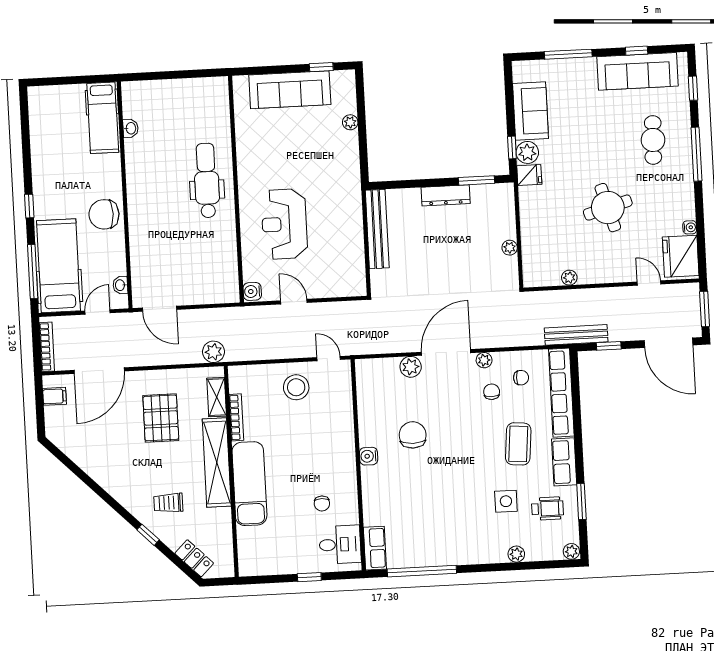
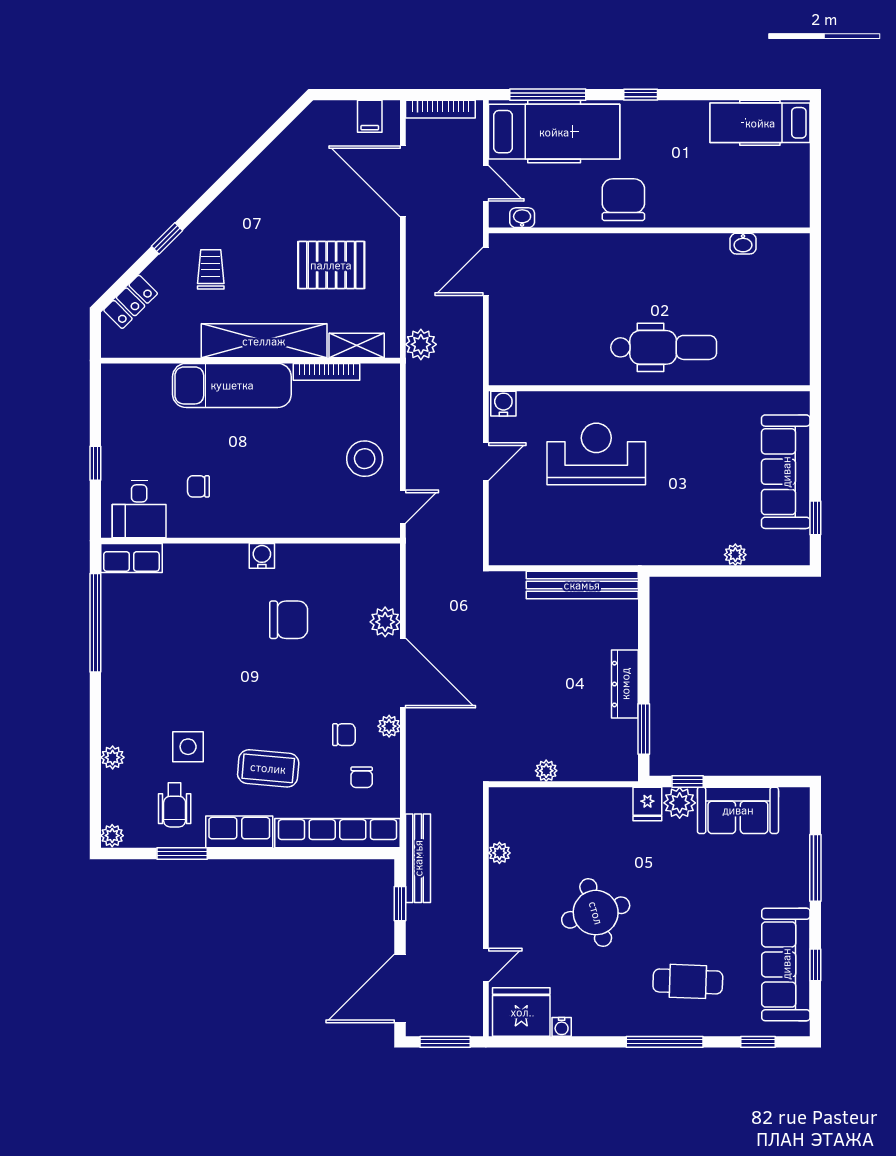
hospital bed: (103, 118) -> (760, 123), moved

